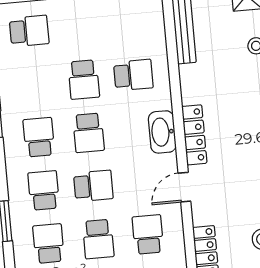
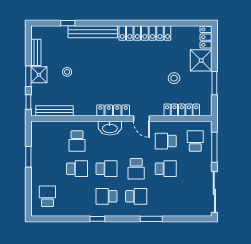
school desk: (133, 75) -> (77, 141), turned 180
school desk: (93, 186) -> (136, 169), turned 180
school desk: (44, 190) -> (136, 196), turned 180
school desk: (49, 244) -> (166, 196), removed

